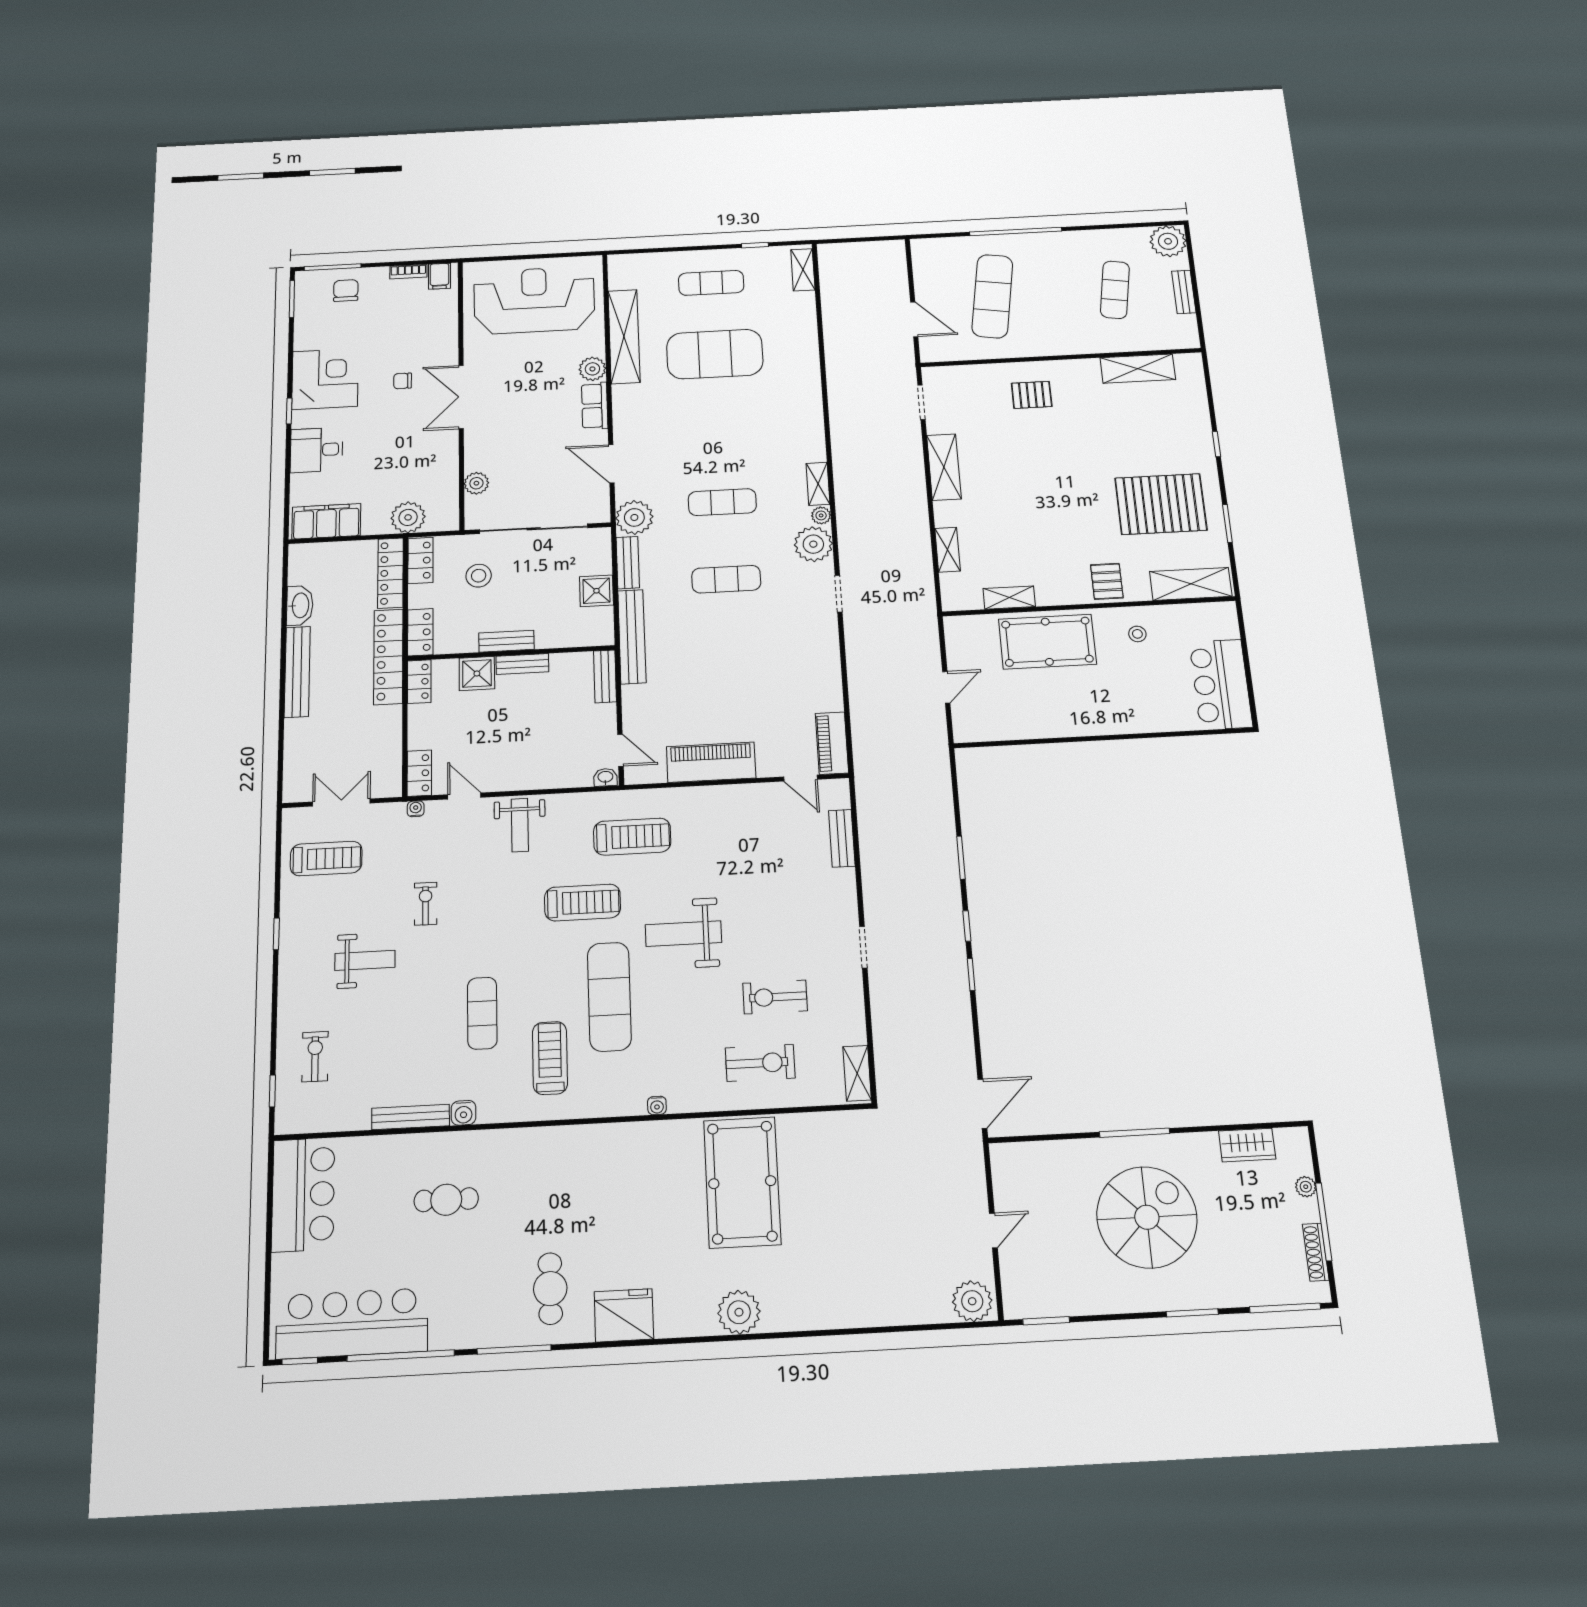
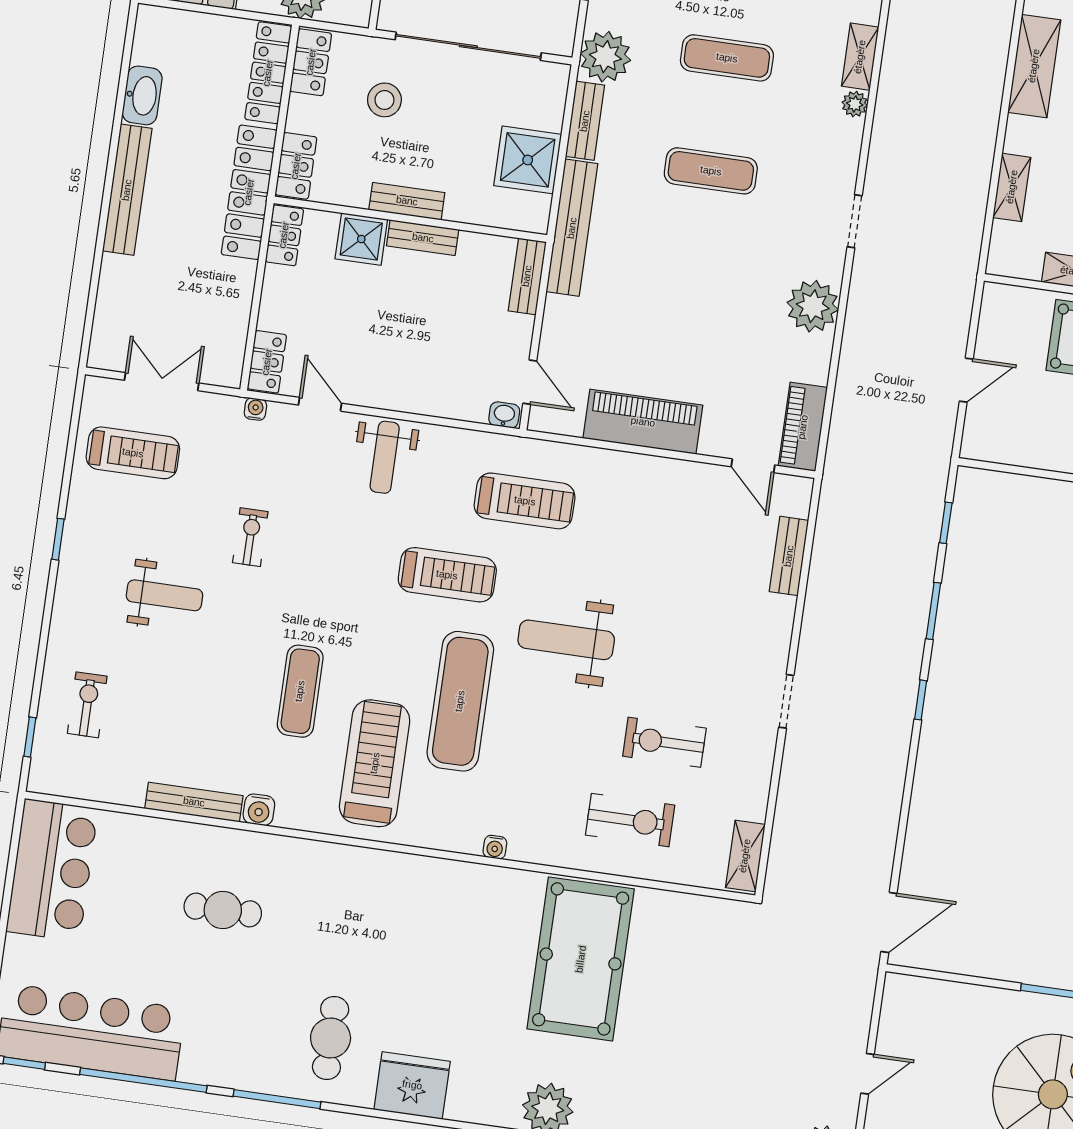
plant: (813, 544) -> (813, 306), moved
shower: (596, 591) -> (528, 160), width x1.36, depth x1.36
window: (971, 974) -> (946, 523), moved
treadmill: (550, 1058) -> (375, 763), width x1.37, depth x1.38

